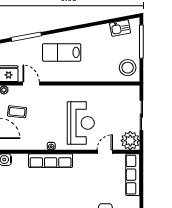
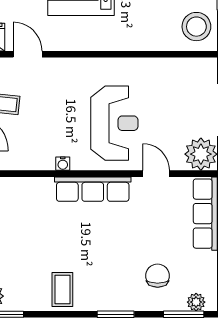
door: (105, 152) -> (156, 174), hinge flipped
row of seats: (51, 161) -> (93, 189), moved

